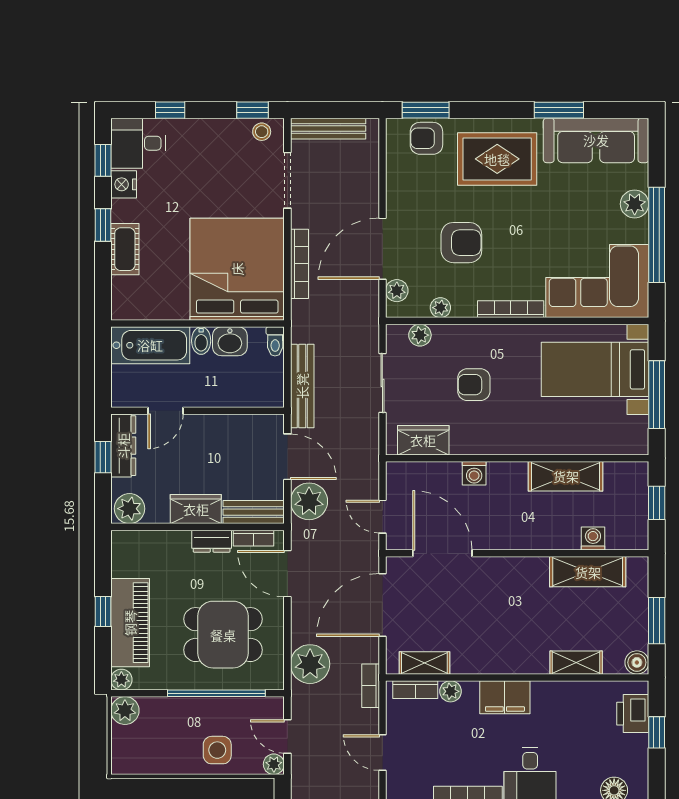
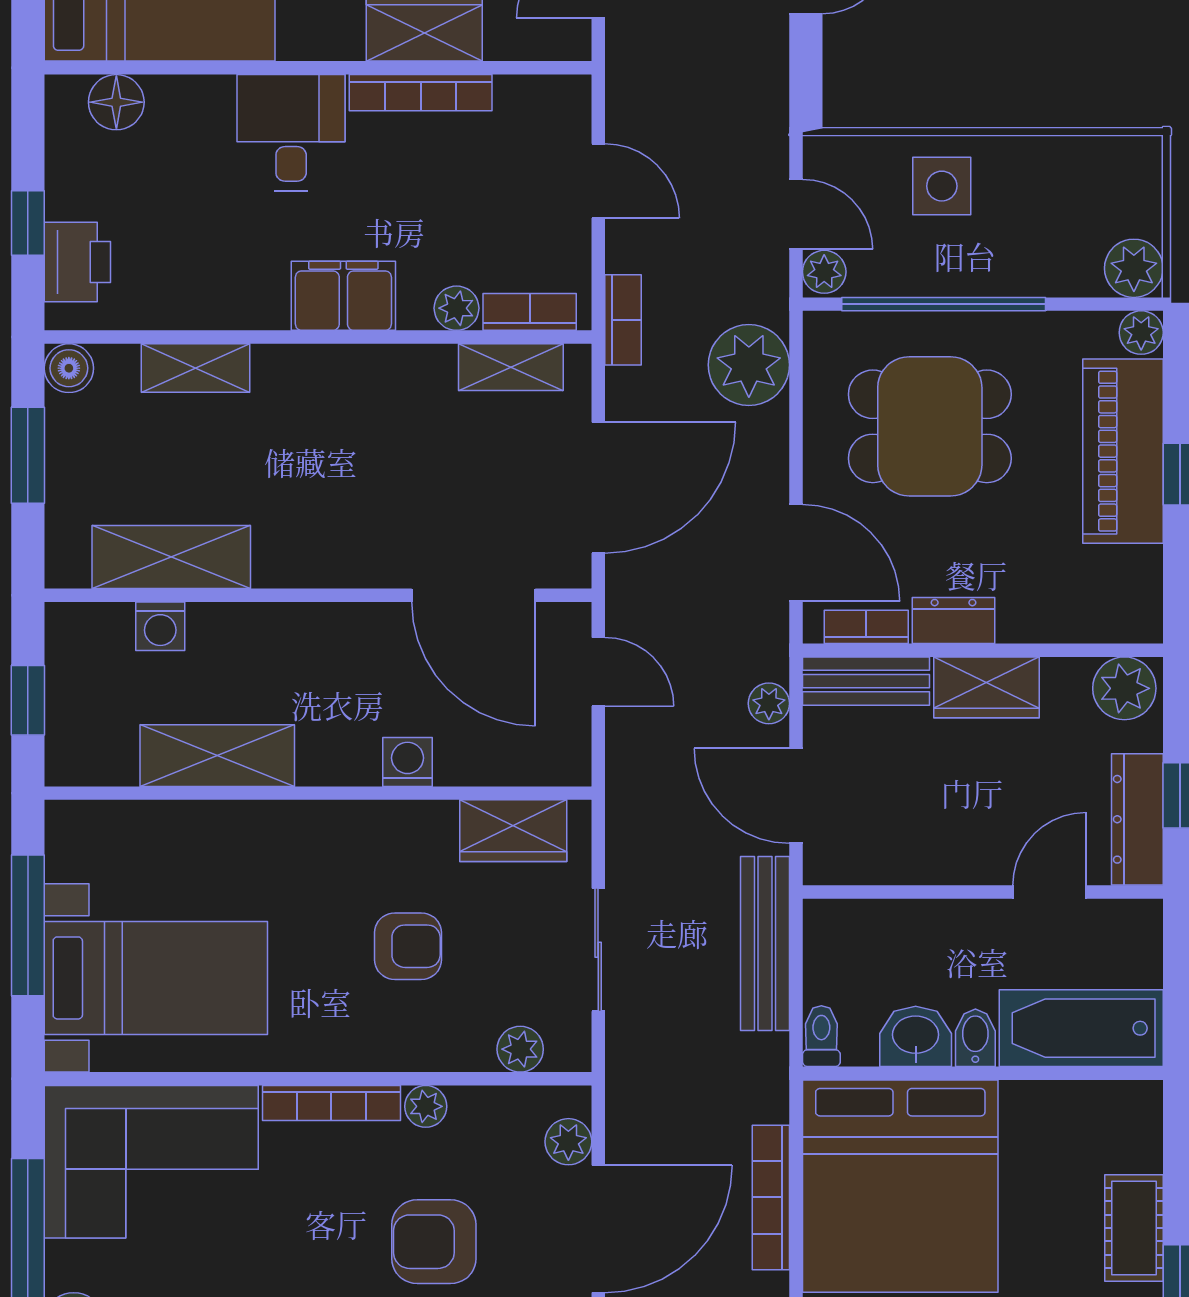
plant: (440, 308) -> (426, 1106), moved
plant: (309, 501) -> (769, 703), width x0.53, depth x0.53
plant: (274, 764) -> (824, 272), moved

